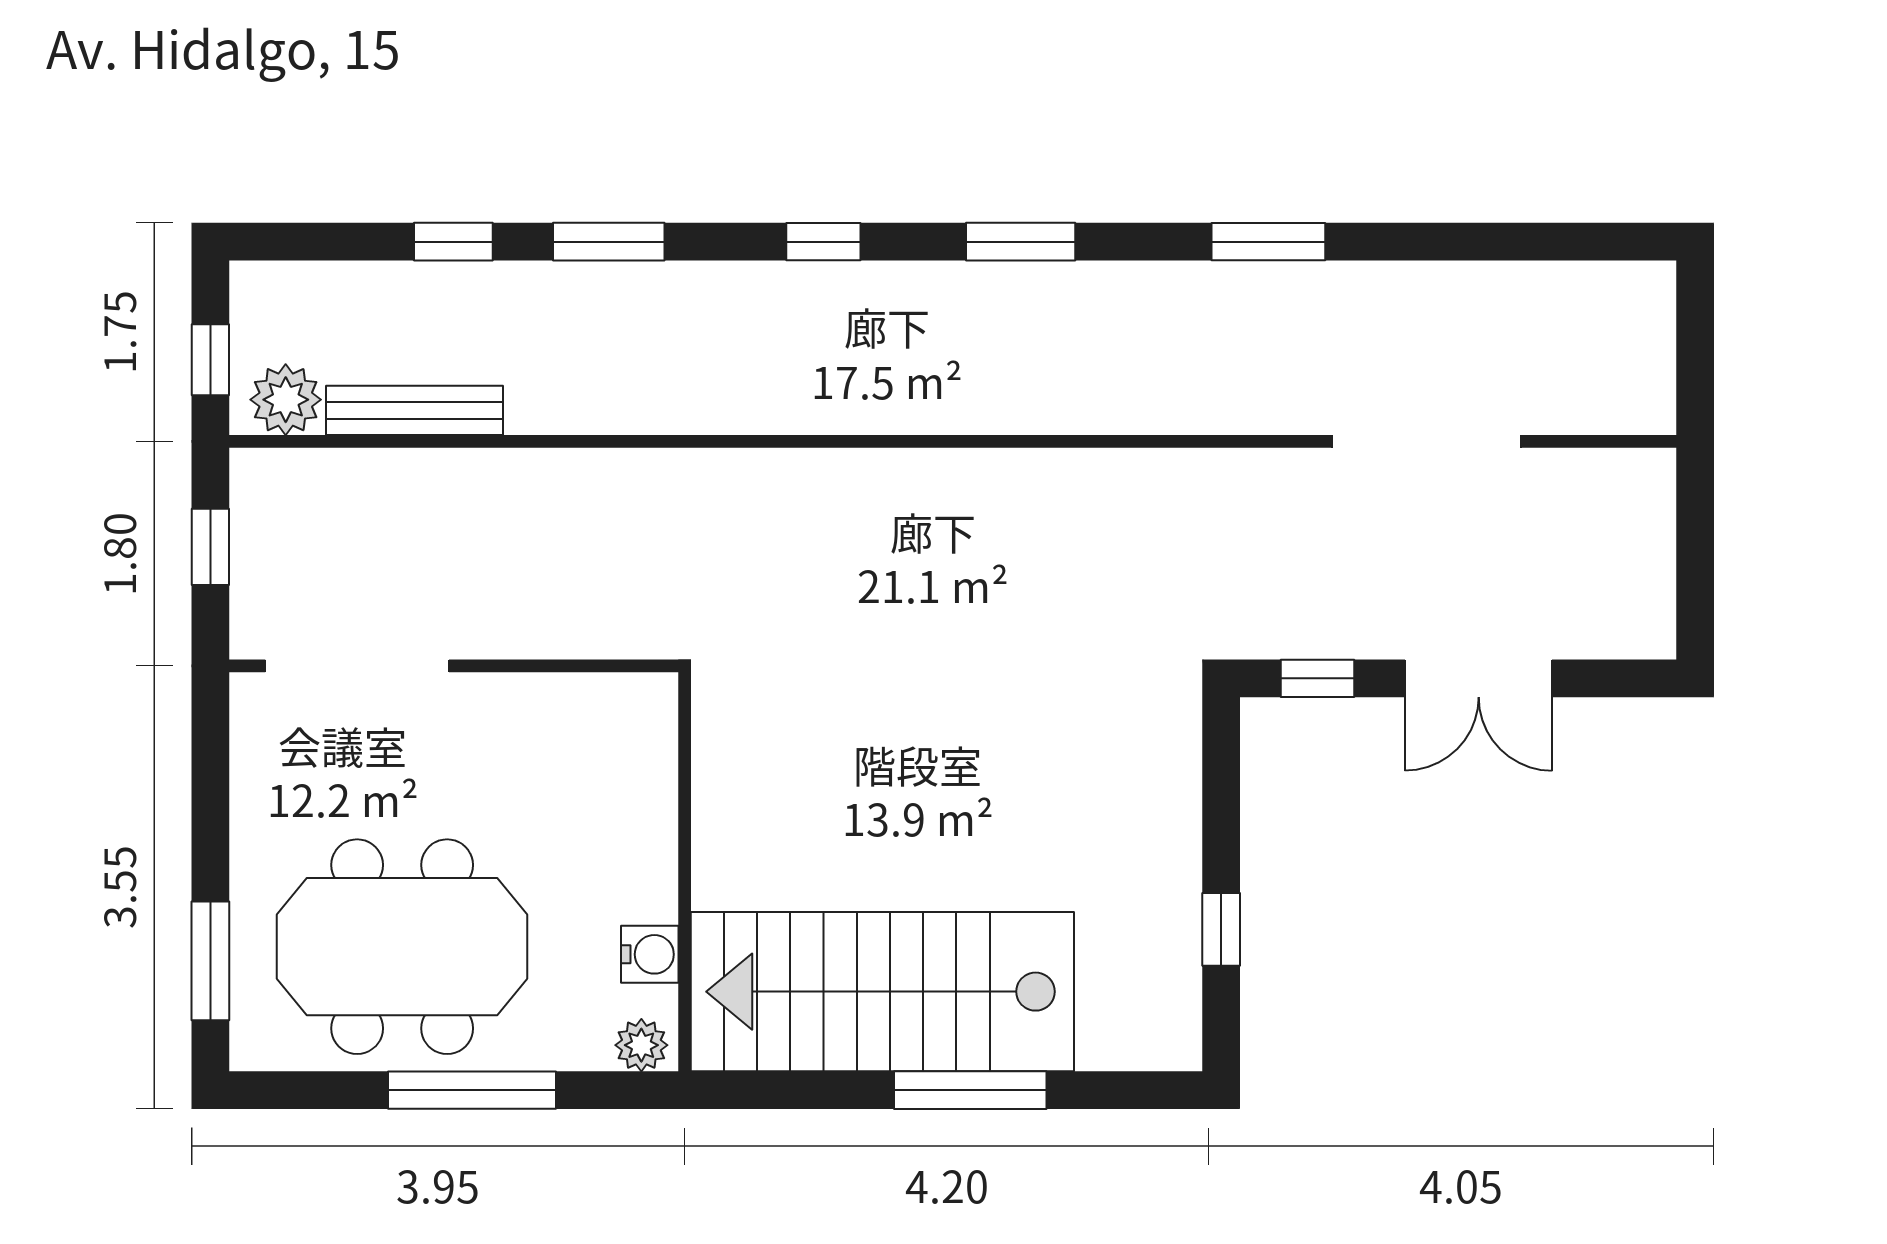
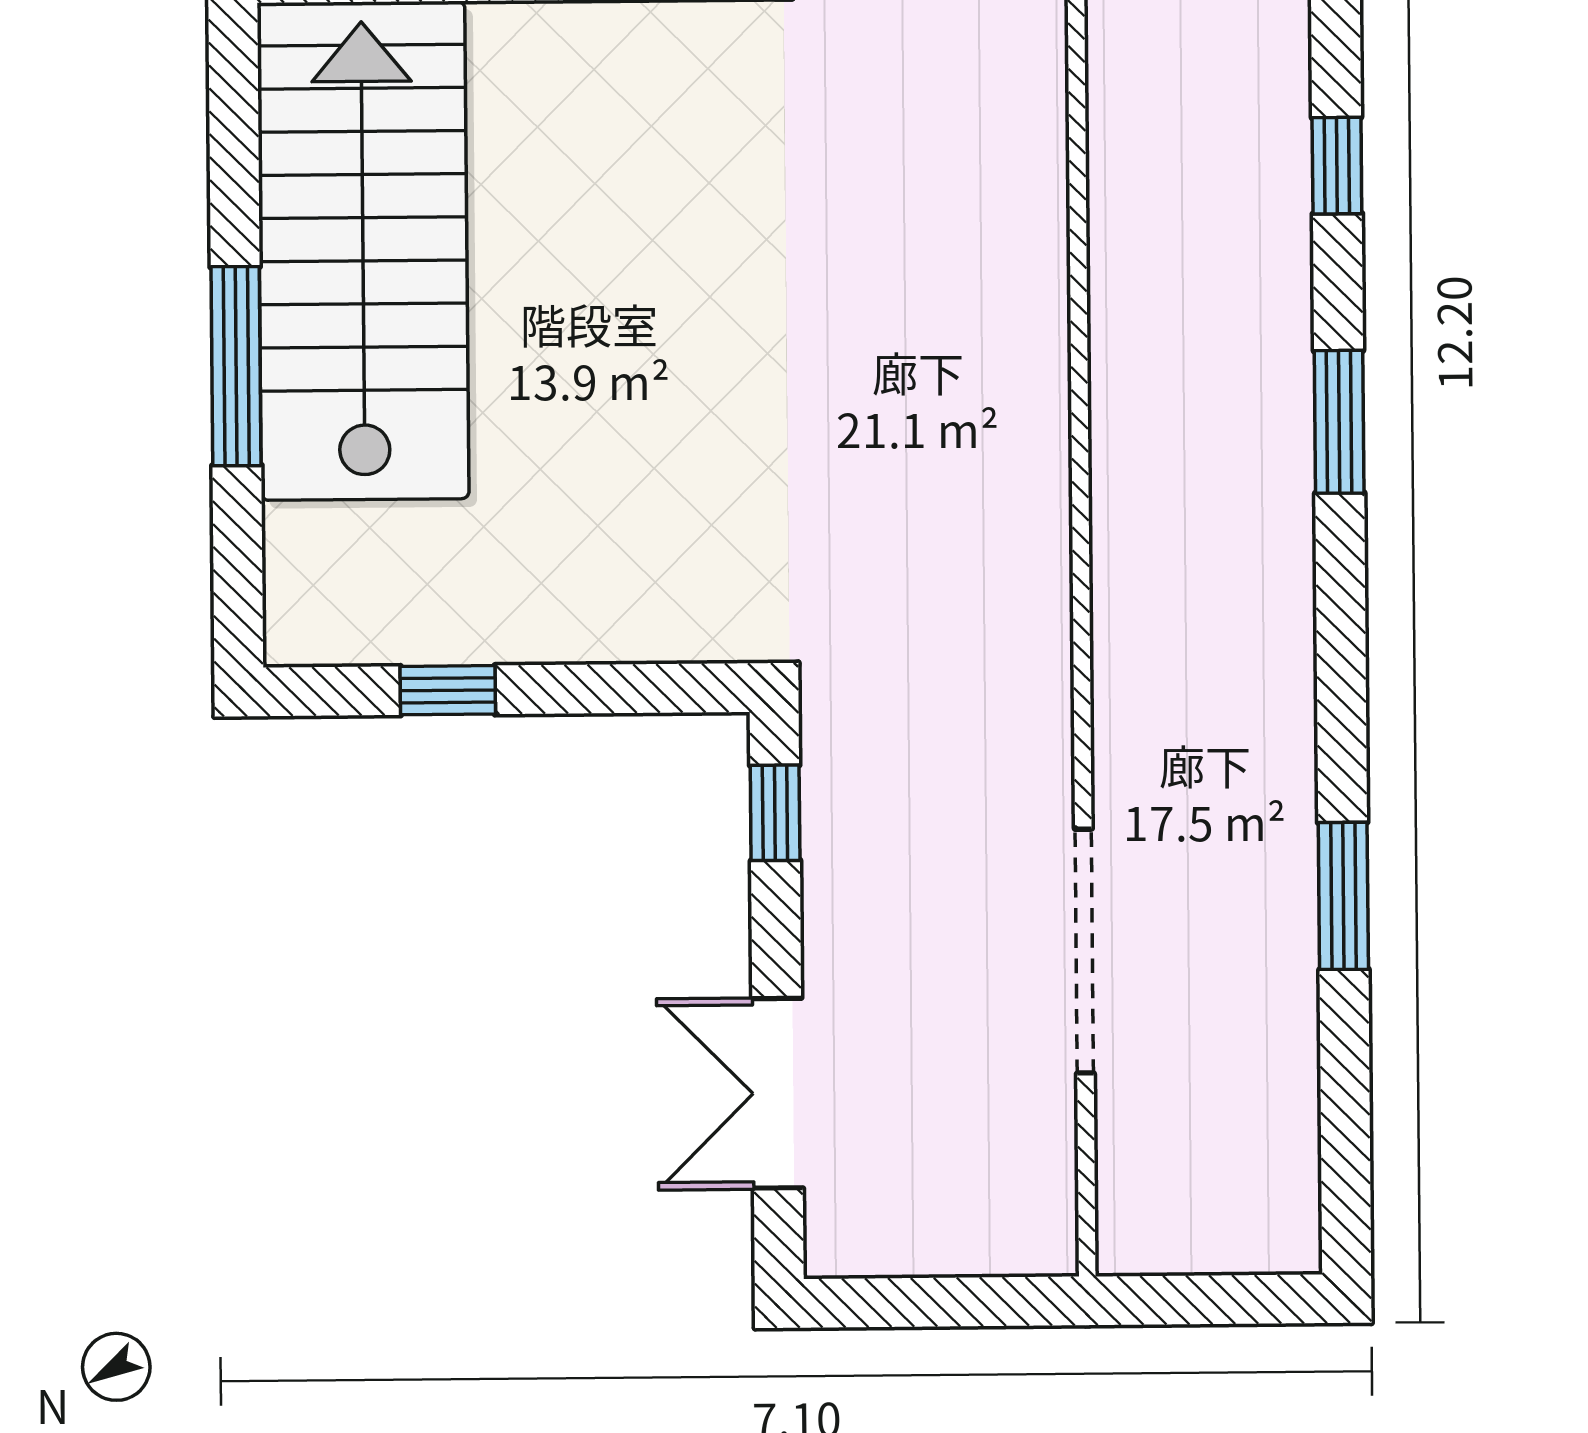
window: (1268, 242) -> (1343, 896), moved
double door: (1479, 678) -> (777, 1093), moved

